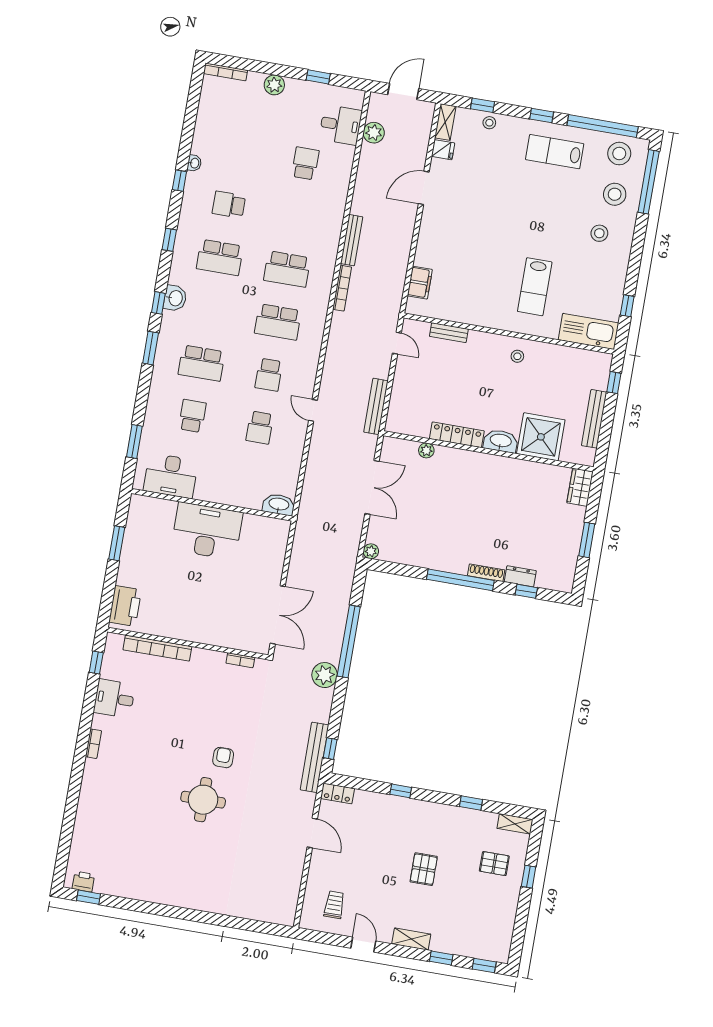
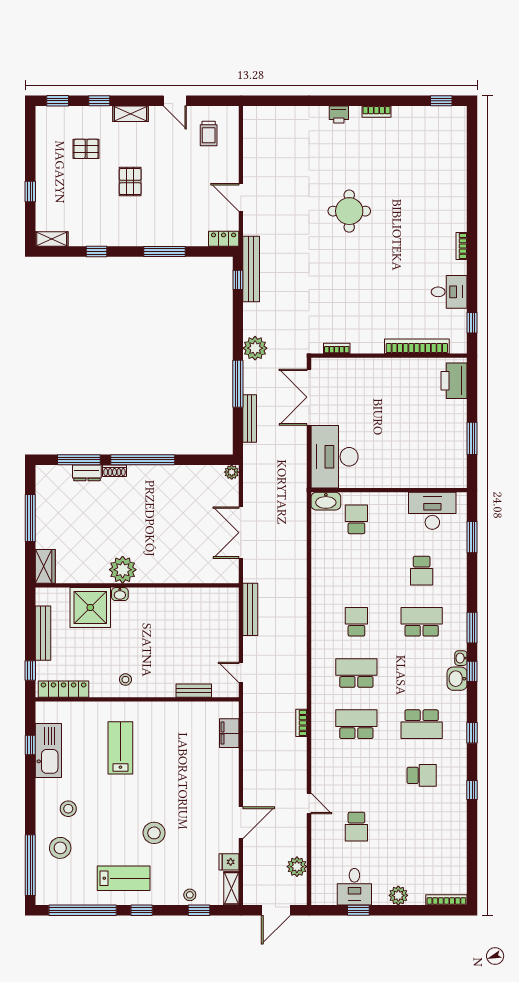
desk: (341, 125) -> (354, 887), moved, turned -90
stool: (619, 154) -> (154, 833), moved
washbasin: (194, 163) -> (461, 658), moved
bench: (352, 240) -> (250, 418), moved
school desk: (220, 257) -> (422, 724), turned 180
bookcase: (342, 288) -> (301, 723), width x0.64
kitchen sink: (588, 331) -> (48, 750), moved, turned -90
door: (313, 410) -> (309, 804), moved
school desk: (260, 428) -> (356, 519), moved
locker: (457, 435) -> (64, 689), moved, turned 180
washbasin: (501, 441) -> (120, 594), width x0.52, depth x0.69
plant: (426, 450) -> (123, 570), moved, width x1.88, depth x1.88
desk: (207, 531) -> (335, 457), moved, turned 90
window: (587, 540) -> (30, 518), width x1.44
shoe rack: (486, 573) -> (114, 471), width x0.70
window: (526, 591) -> (79, 460), width x2.17
window: (349, 641) -> (238, 384), width x0.68
armchair: (223, 758) -> (337, 254), removed
window: (401, 791) -> (165, 251), width x2.17
pallet: (494, 864) -> (86, 149), moved
printer: (83, 882) -> (339, 114), moved
bookcase: (157, 897) -> (377, 112), added

